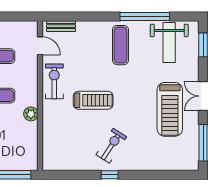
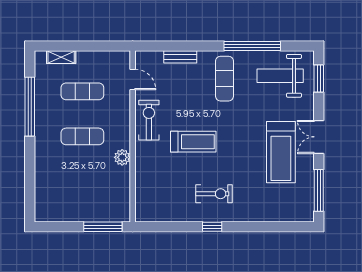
bench: (61, 26) -> (180, 57), moved
weight bench: (169, 43) -> (280, 76), turned 90
exercise bike: (111, 146) -> (214, 194), turned 57

